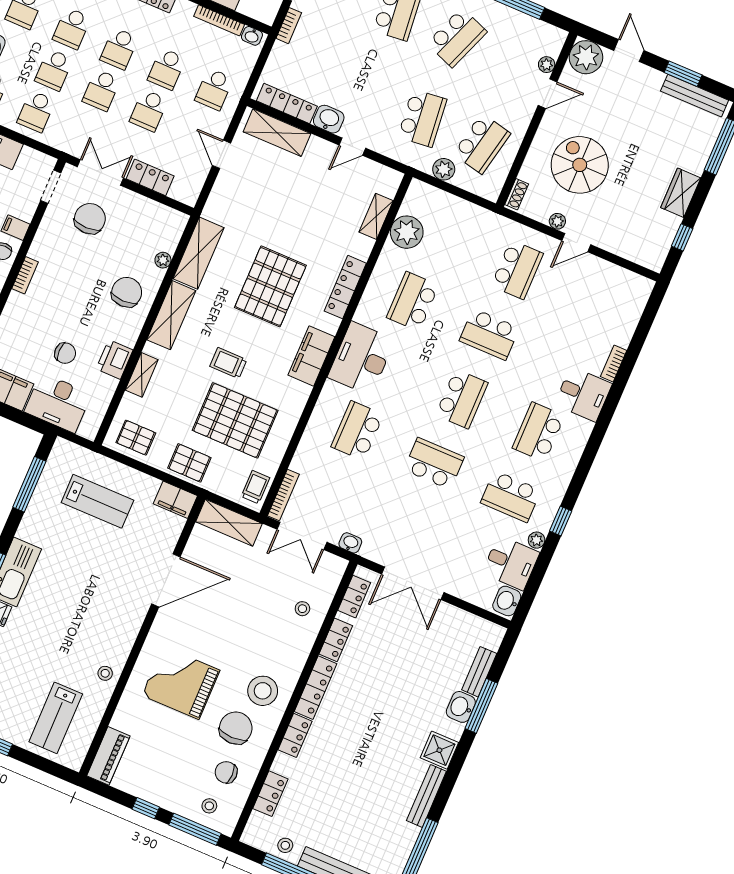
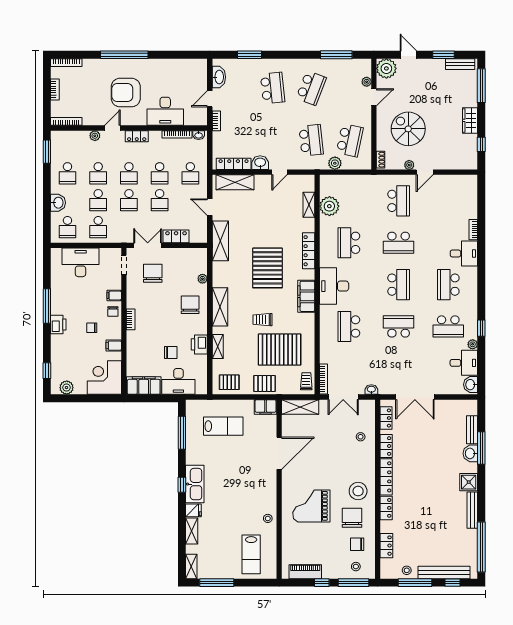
bench: (695, 96) -> (460, 64), width x0.73
shelving: (198, 253) -> (220, 241), moved
piano: (108, 756) -> (305, 572), moved, turned -90

